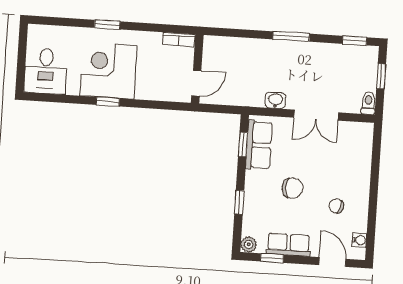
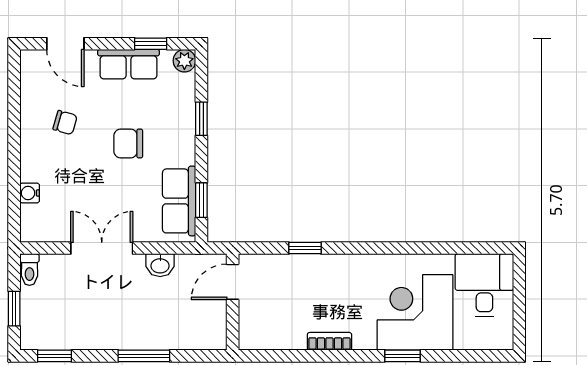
bookcase: (179, 40) -> (329, 341), moved
wall: (197, 69) -> (233, 302), moved
corner desk: (109, 71) -> (415, 312), moved, turned 180
door: (196, 83) -> (233, 282), moved
window: (108, 102) -> (305, 248), moved
water cooler: (359, 240) -> (30, 193), moved

